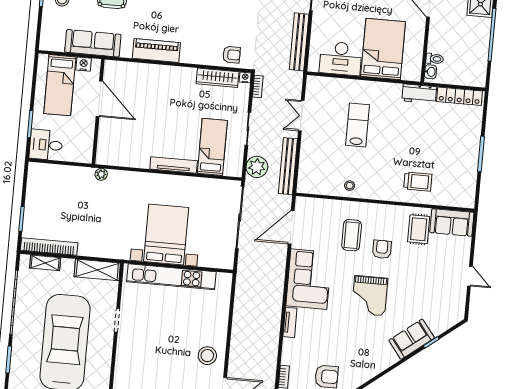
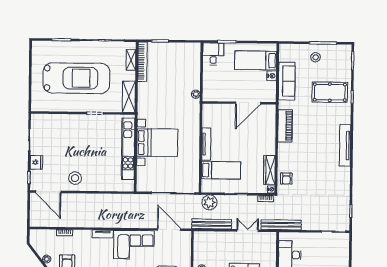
bench: (299, 42) -> (281, 225), moved
door: (99, 99) -> (248, 103), moved
wall: (98, 112) -> (239, 103), moved

